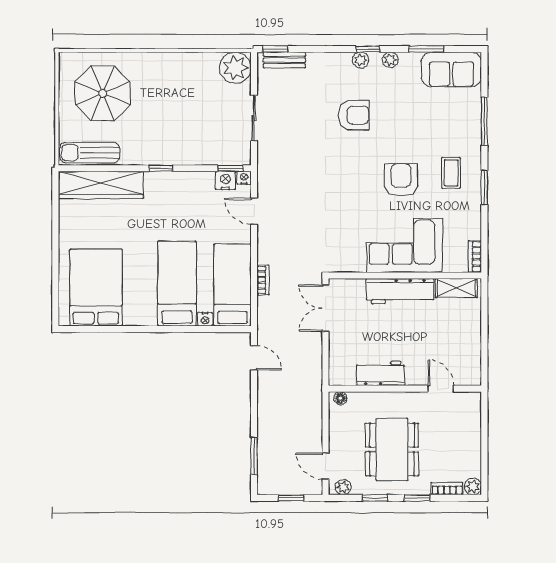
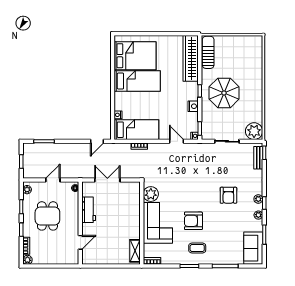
parasol: (103, 93) -> (224, 93), moved
nightstand: (225, 180) -> (193, 106), moved
armchair: (401, 180) -> (193, 221), turned 180
door: (254, 211) -> (176, 141), hinge flipped
plant: (351, 259) -> (151, 194), added
bed: (177, 284) -> (137, 81), moved
workbench: (400, 291) -> (133, 220), removed
double door: (325, 308) -> (107, 180), moved
dining table: (392, 449) -> (47, 216), width x0.73
door: (325, 466) -> (53, 180), moved

